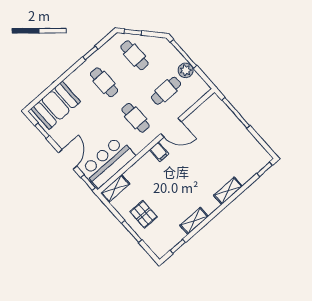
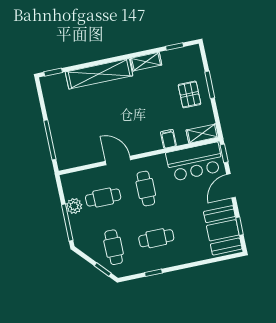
cafe table: (104, 82) -> (156, 238), turned 90
booth: (56, 105) -> (223, 230), moved, turned 90
filing cabinet: (159, 152) -> (168, 139), moved
shelving: (228, 191) -> (99, 74), width x2.20, depth x1.33

